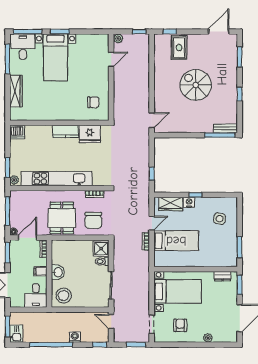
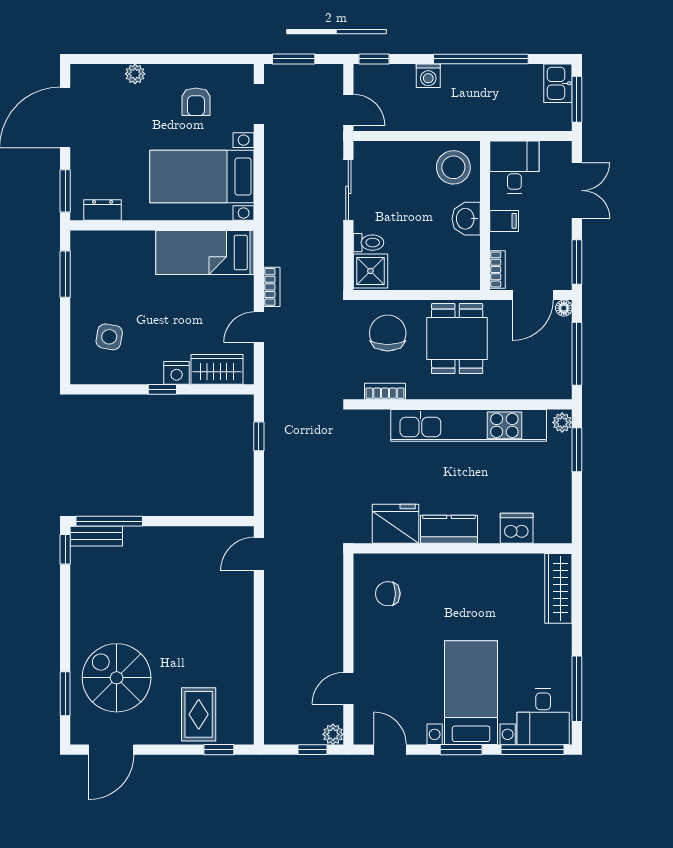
door: (92, 32) -> (390, 750), added
window: (139, 32) -> (313, 750), moved
spiral stairs: (196, 85) -> (117, 678), moved, turned 180
wardrobe: (16, 91) -> (558, 588), moved
window: (240, 94) -> (65, 549), moved
dishwasher: (17, 132) -> (517, 528), moved
bed: (176, 241) -> (205, 253), moved

